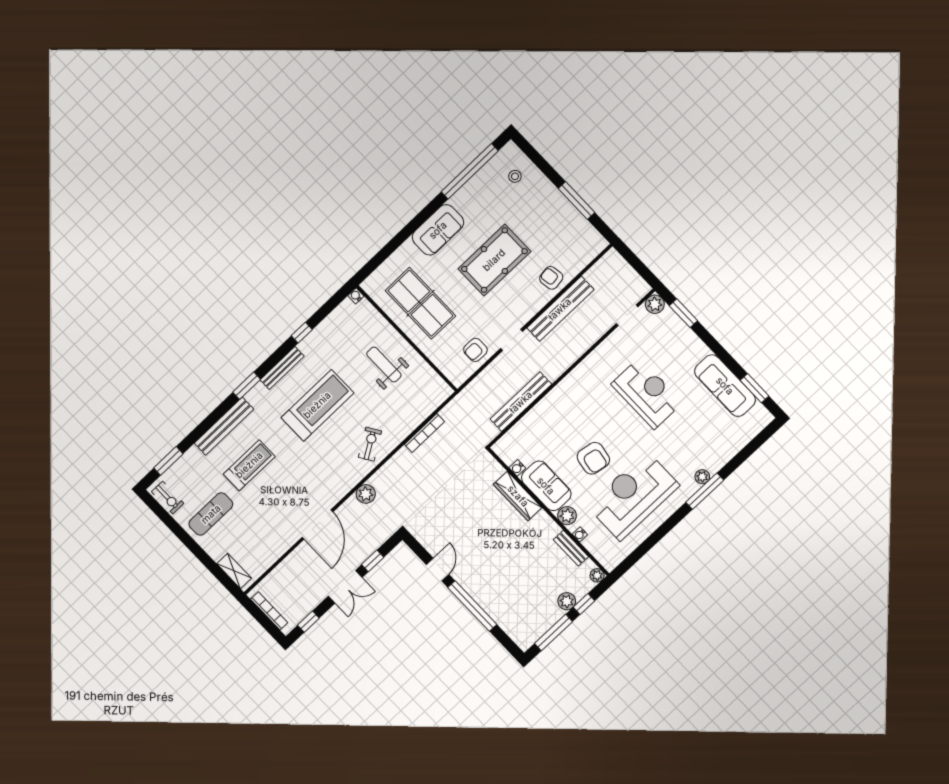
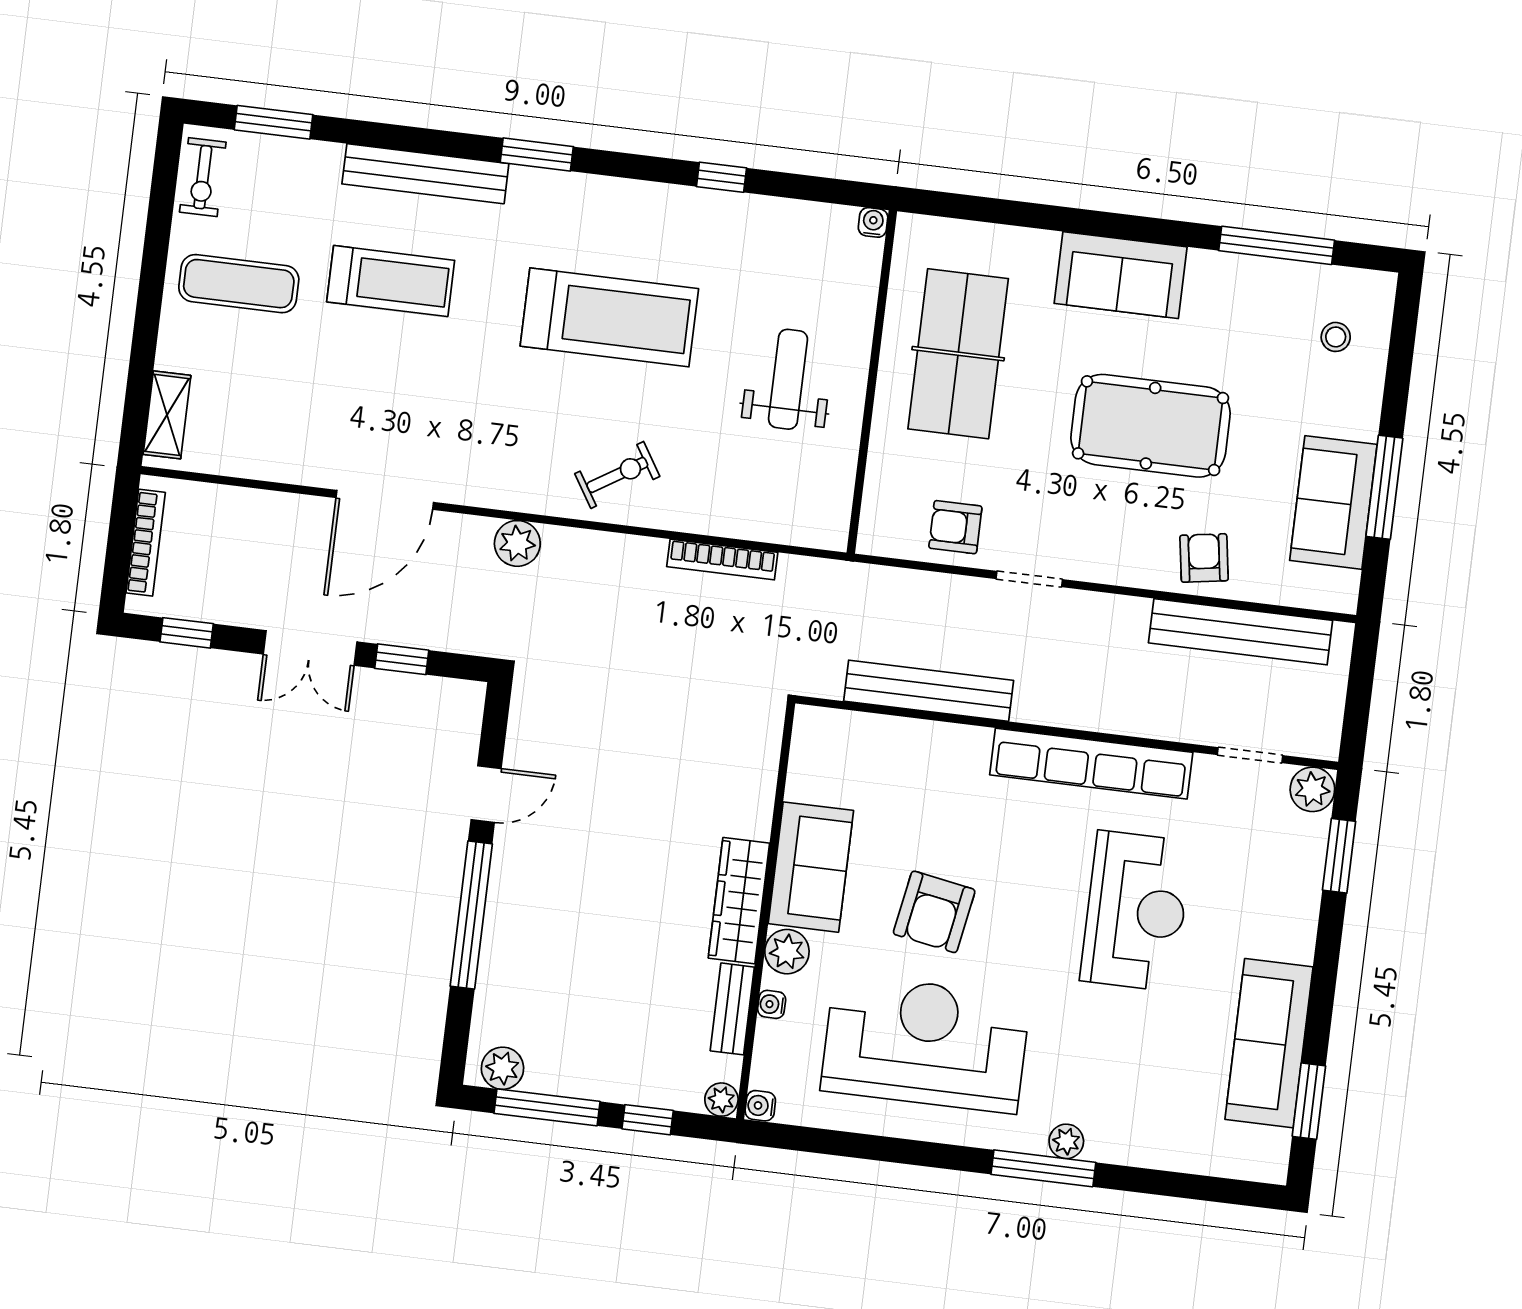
window: (470, 171) -> (1277, 245), width x0.68
sofa: (568, 221) -> (1333, 502), added
bench: (560, 309) -> (1241, 632), moved
bench: (282, 368) -> (625, 194), removed
row of seats: (587, 369) -> (1091, 764), added
water cooler: (517, 468) -> (760, 1106), moved
wardrobe: (518, 496) -> (739, 901), moved
plant: (567, 601) -> (502, 1068), moved

